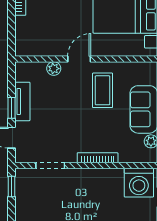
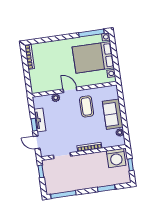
door: (79, 59) -> (70, 90), hinge flipped

